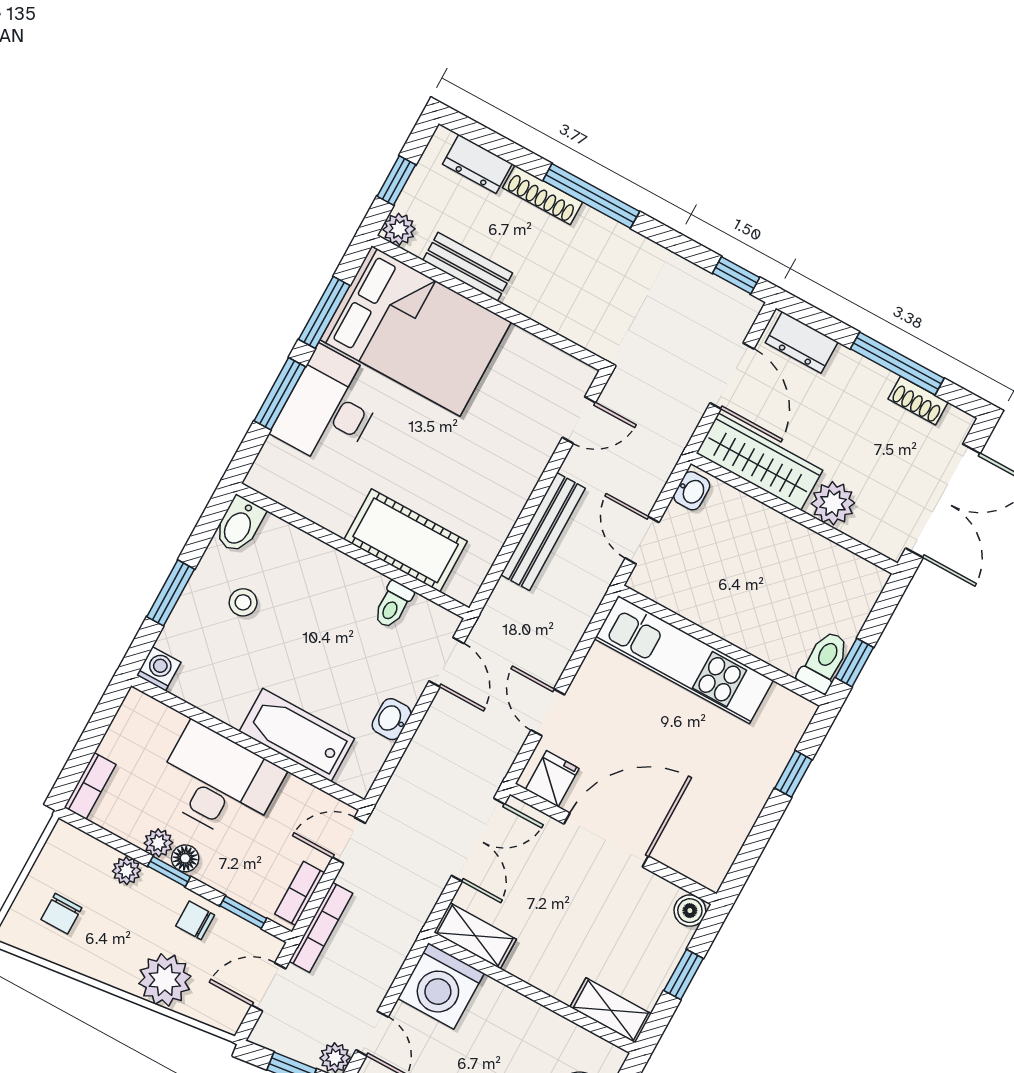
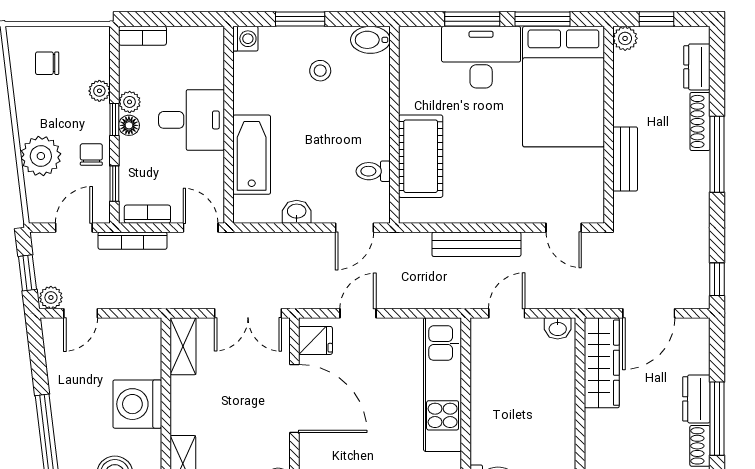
bench: (468, 267) -> (625, 159), moved
dresser: (802, 342) -> (696, 399), moved
plant: (833, 503) -> (601, 427), removed
desk: (219, 783) -> (192, 120), width x0.73
washing machine: (441, 986) -> (137, 404), moved
door: (269, 987) -> (74, 228), hinge flipped

